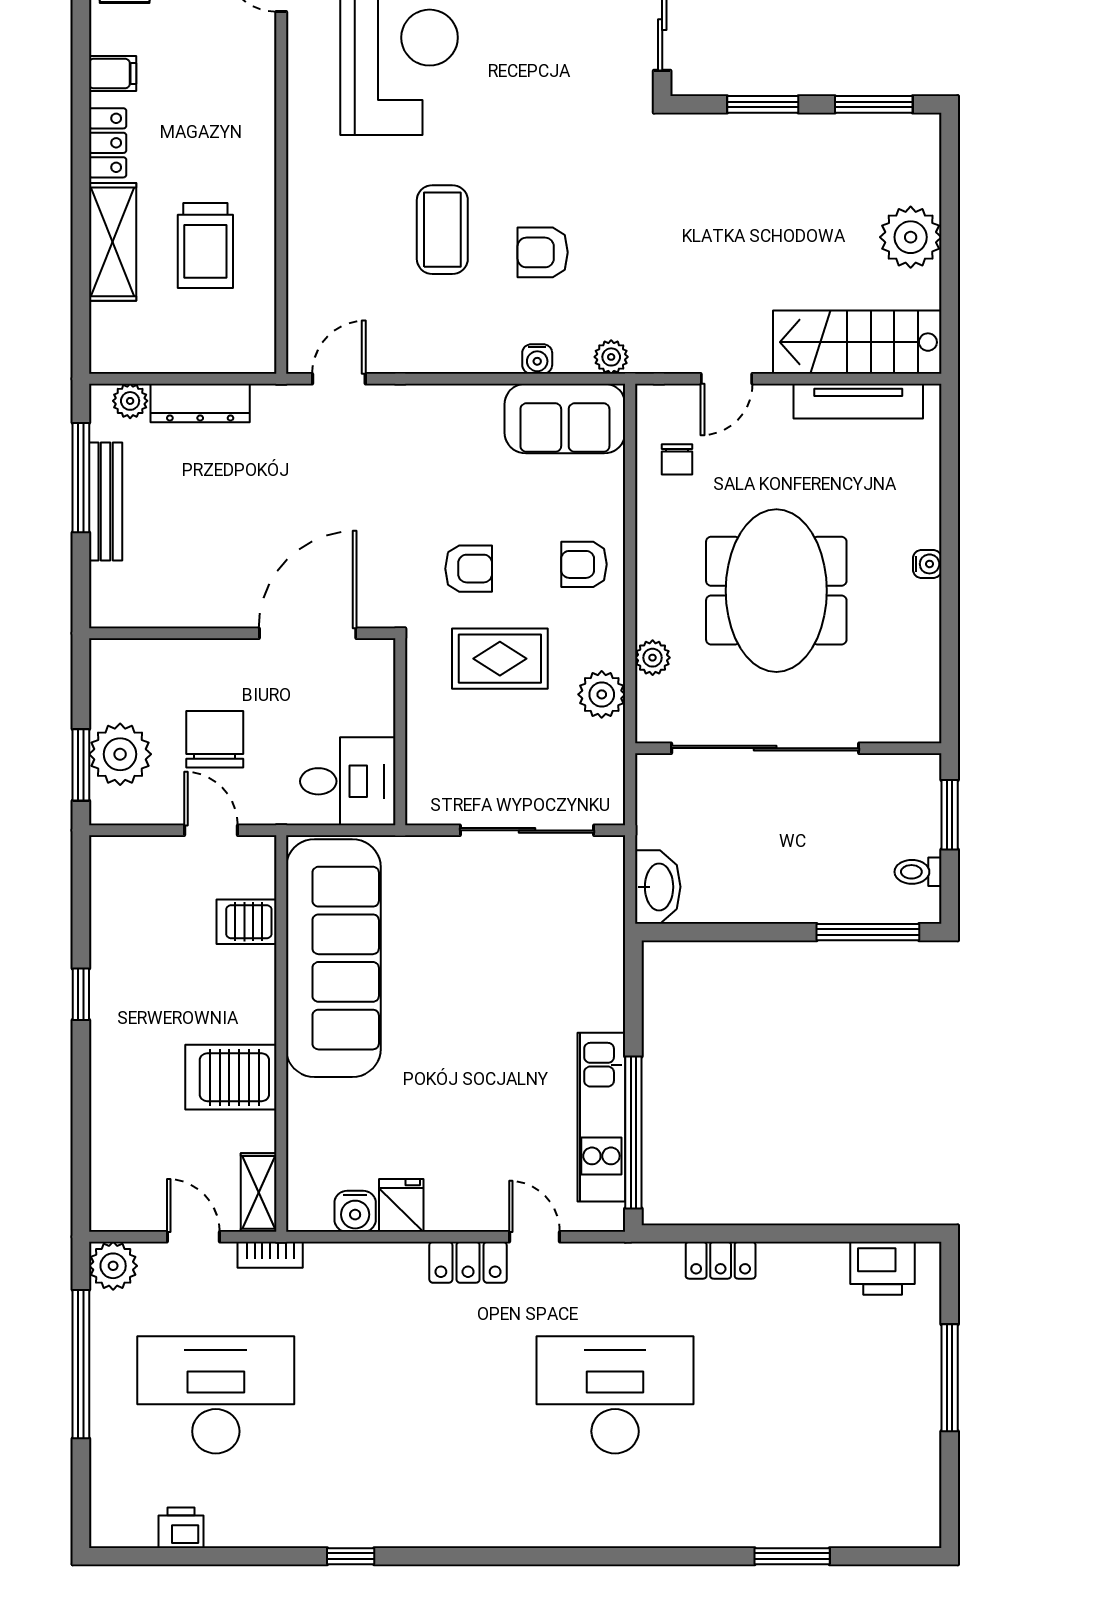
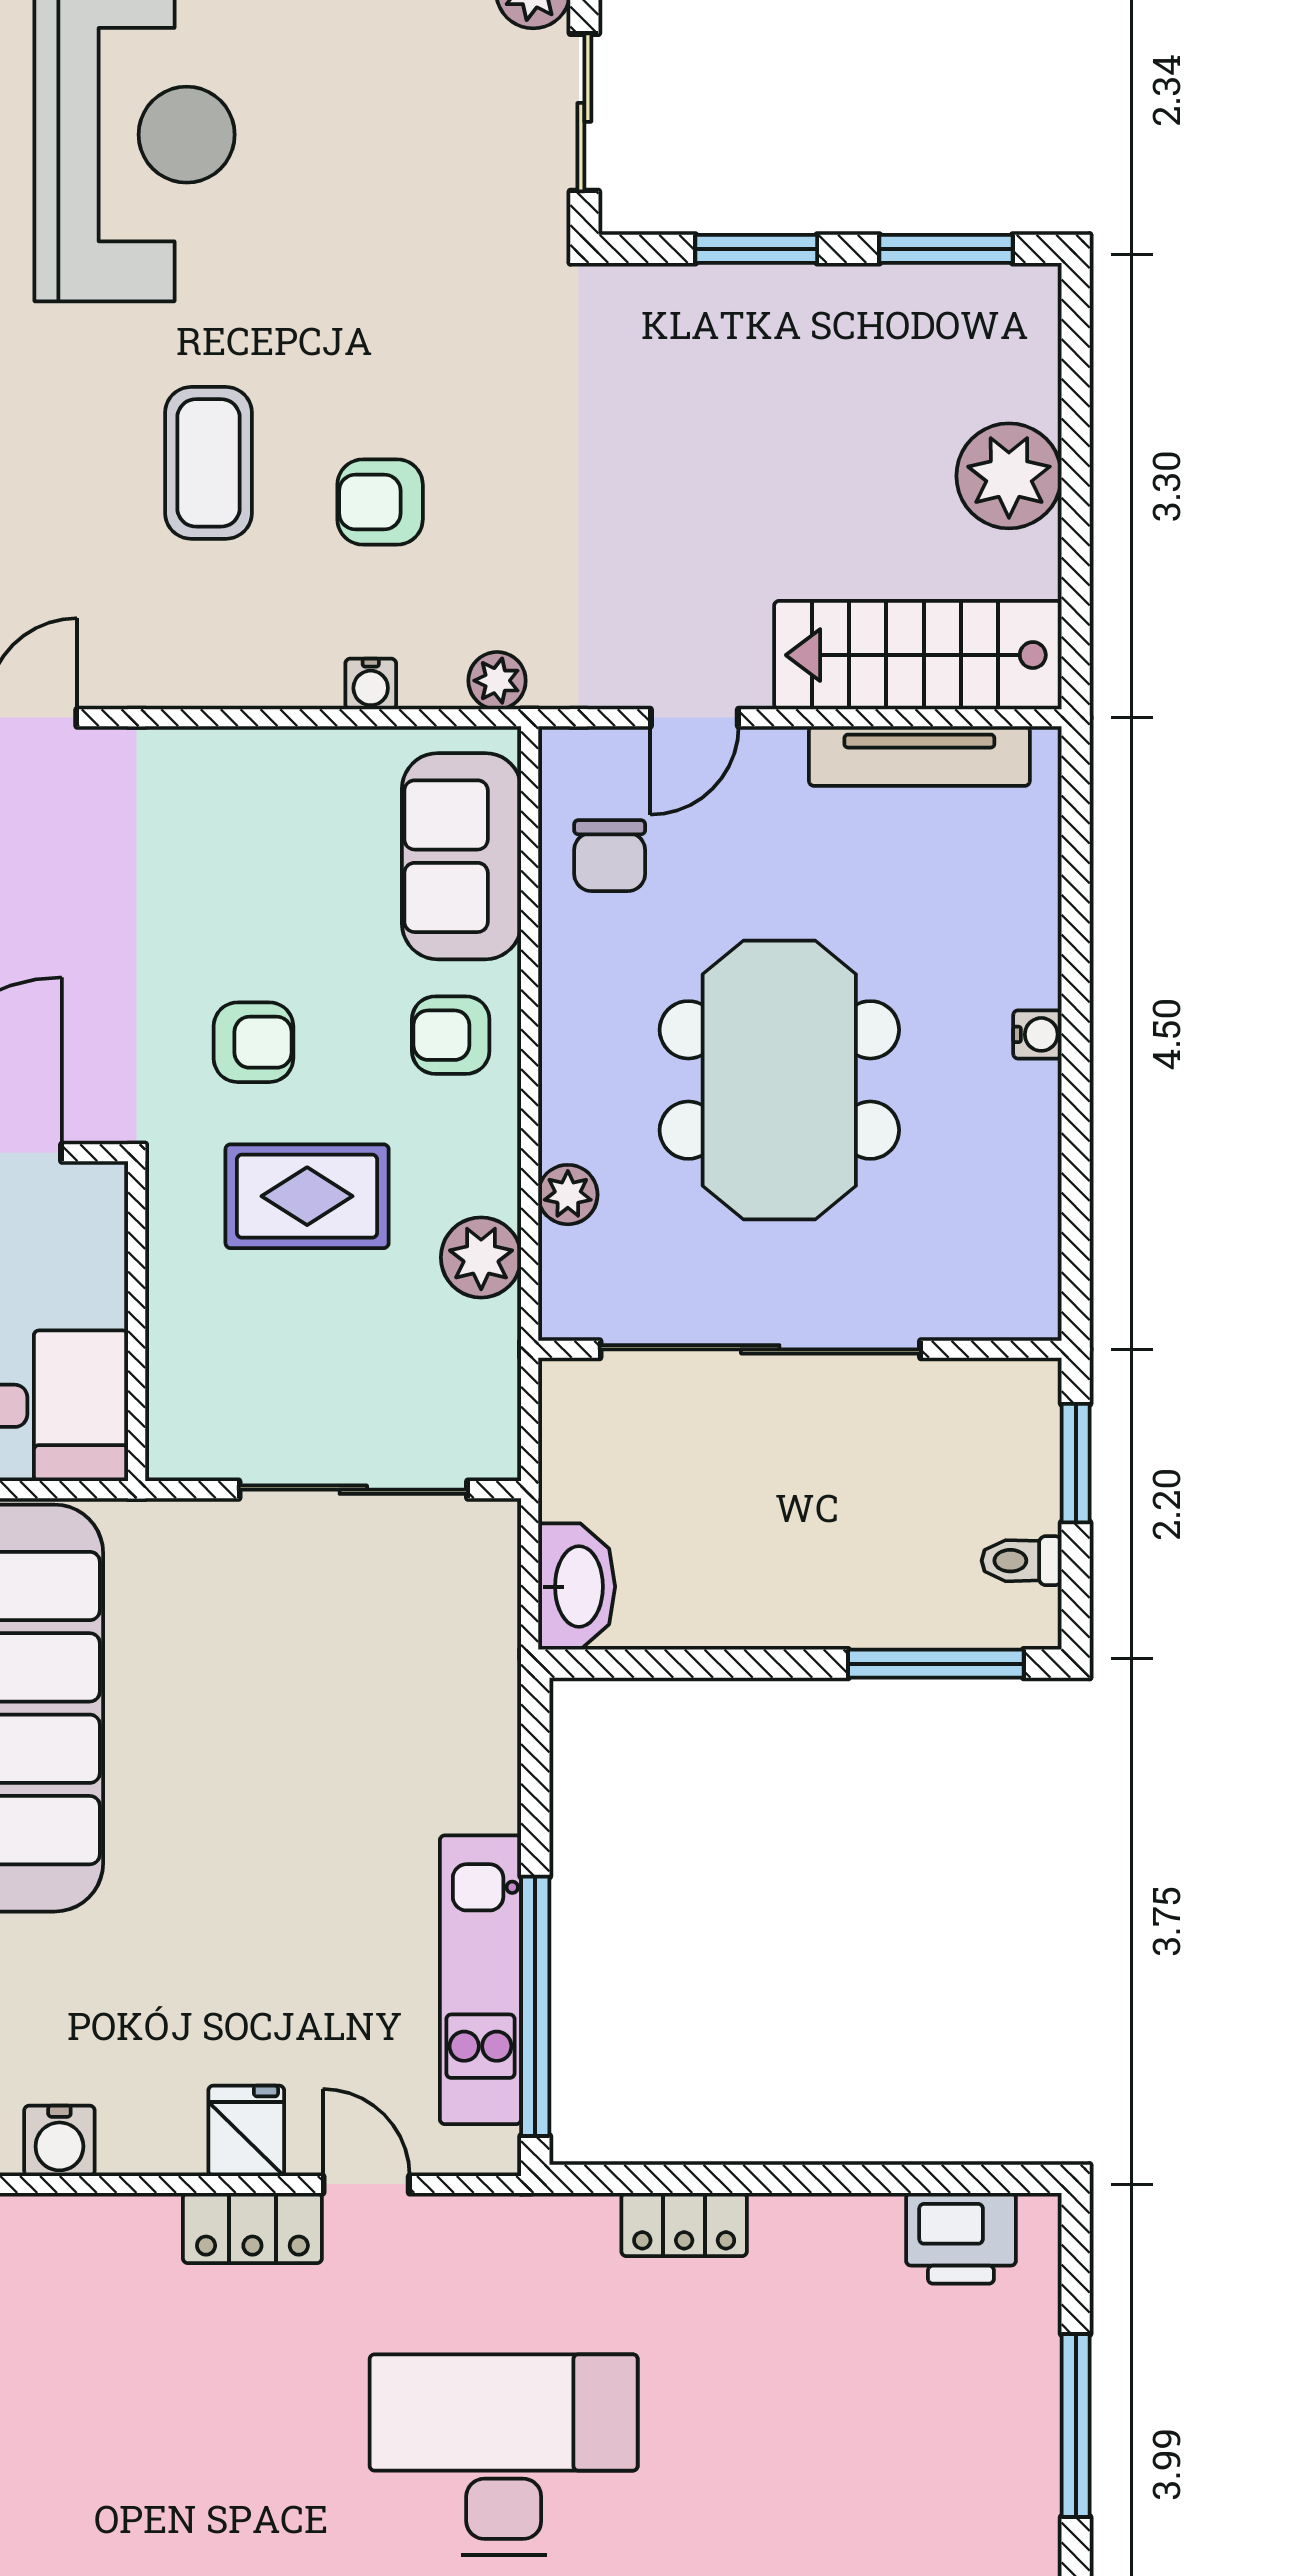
sofa: (565, 418) -> (462, 856), moved, turned 90
chair: (677, 459) -> (610, 856), width x1.37, depth x1.37
fridge: (401, 1205) -> (246, 2131), moved

